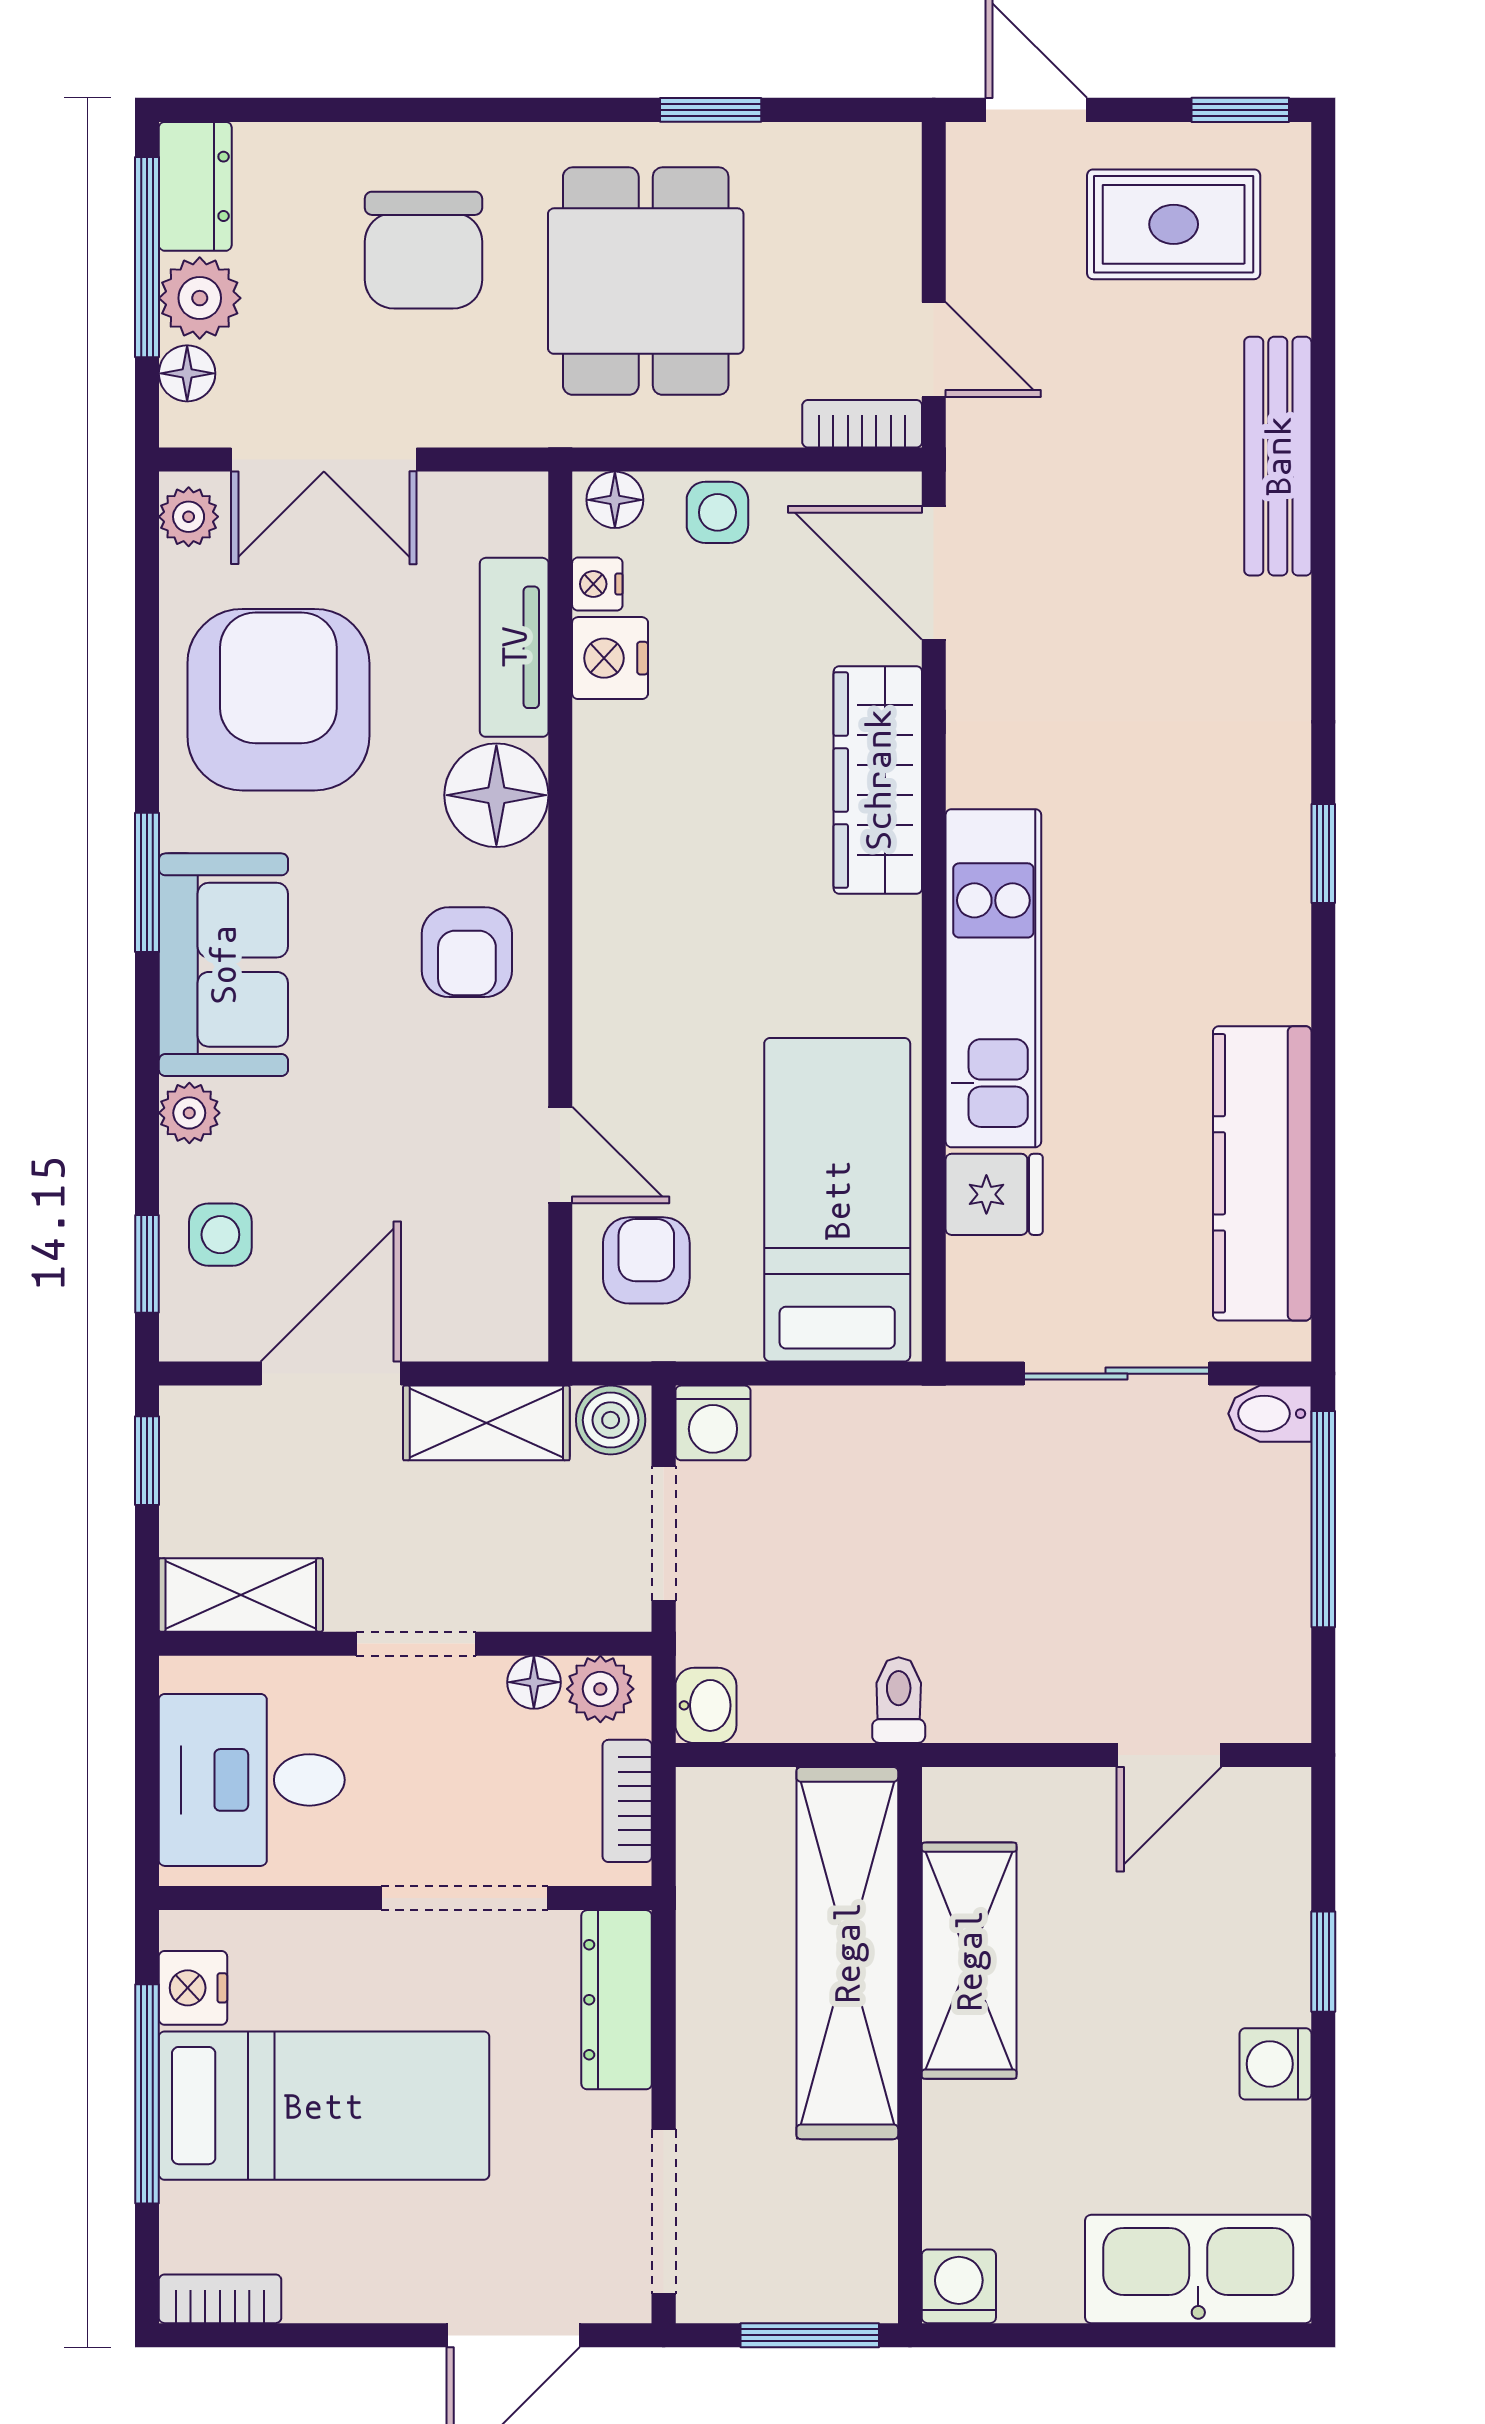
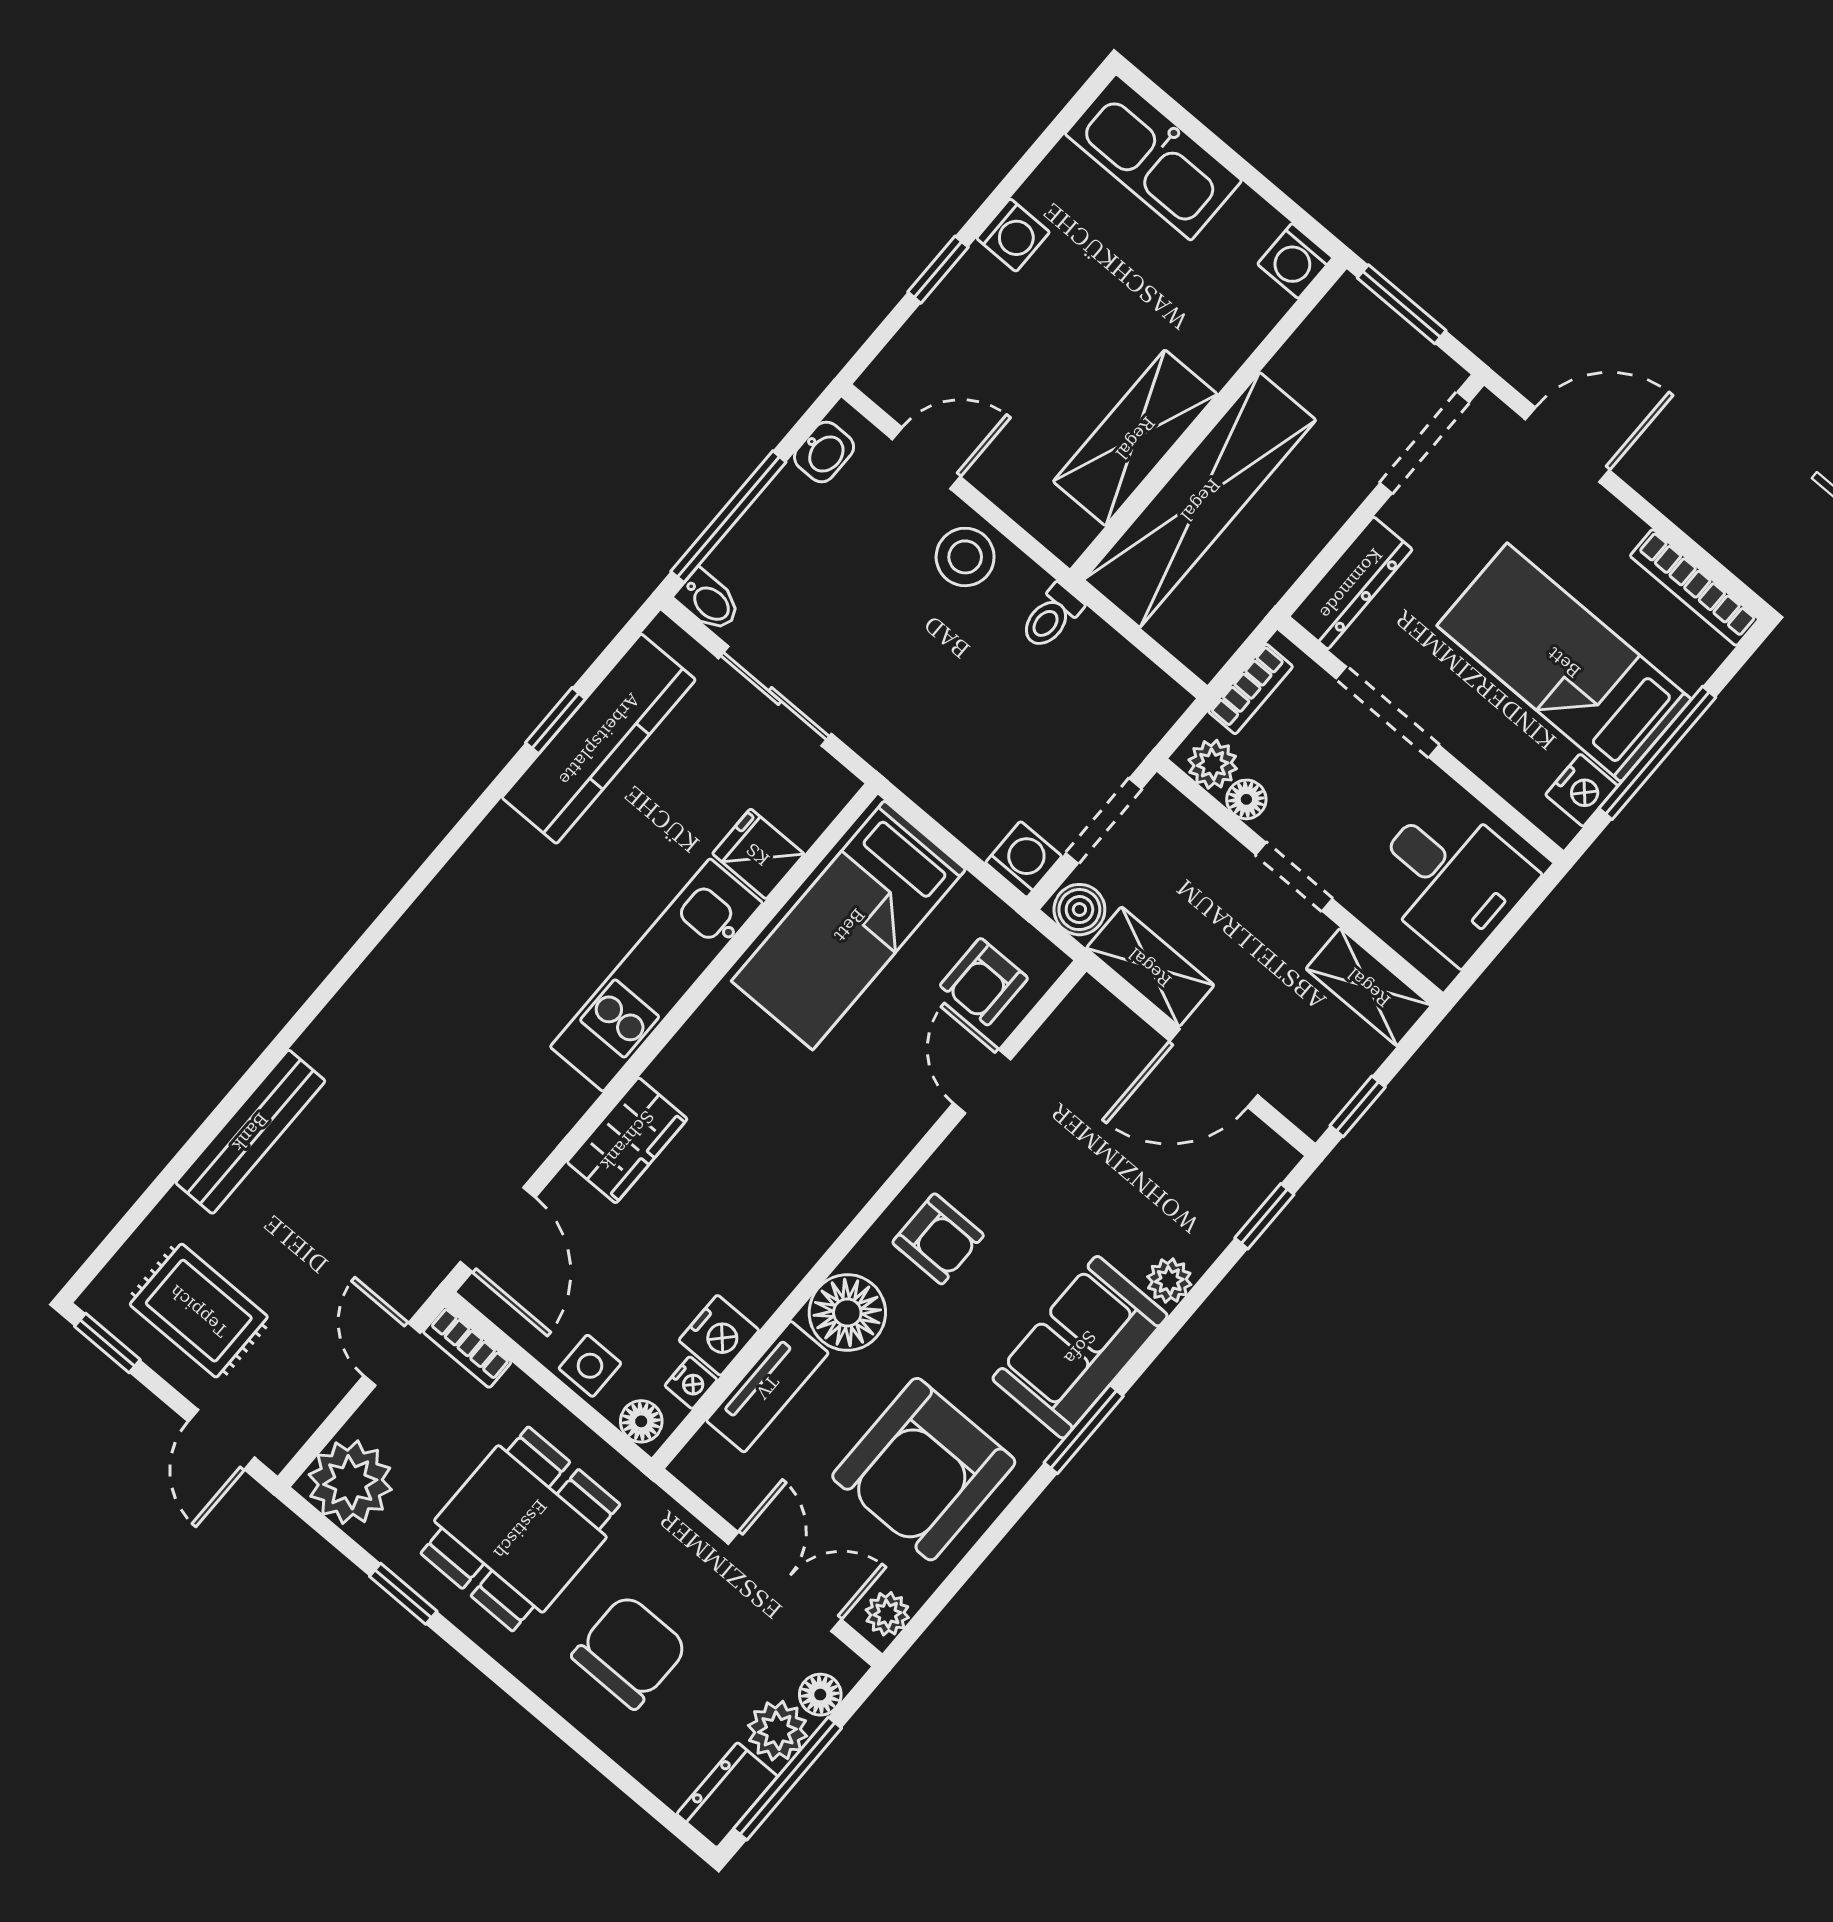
plant: (864, 179) -> (350, 1482), added
wardrobe: (878, 780) -> (627, 1140), width x0.67
window: (1323, 853) -> (555, 721), moved
armchair: (467, 952) -> (938, 1239), turned 90
side table: (220, 1235) -> (1209, 1198), removed
stool: (1041, 1686) -> (965, 557), added
washbasin: (706, 1705) -> (824, 452), moved, turned 180
bookcase: (220, 2299) -> (1694, 588), width x1.56

